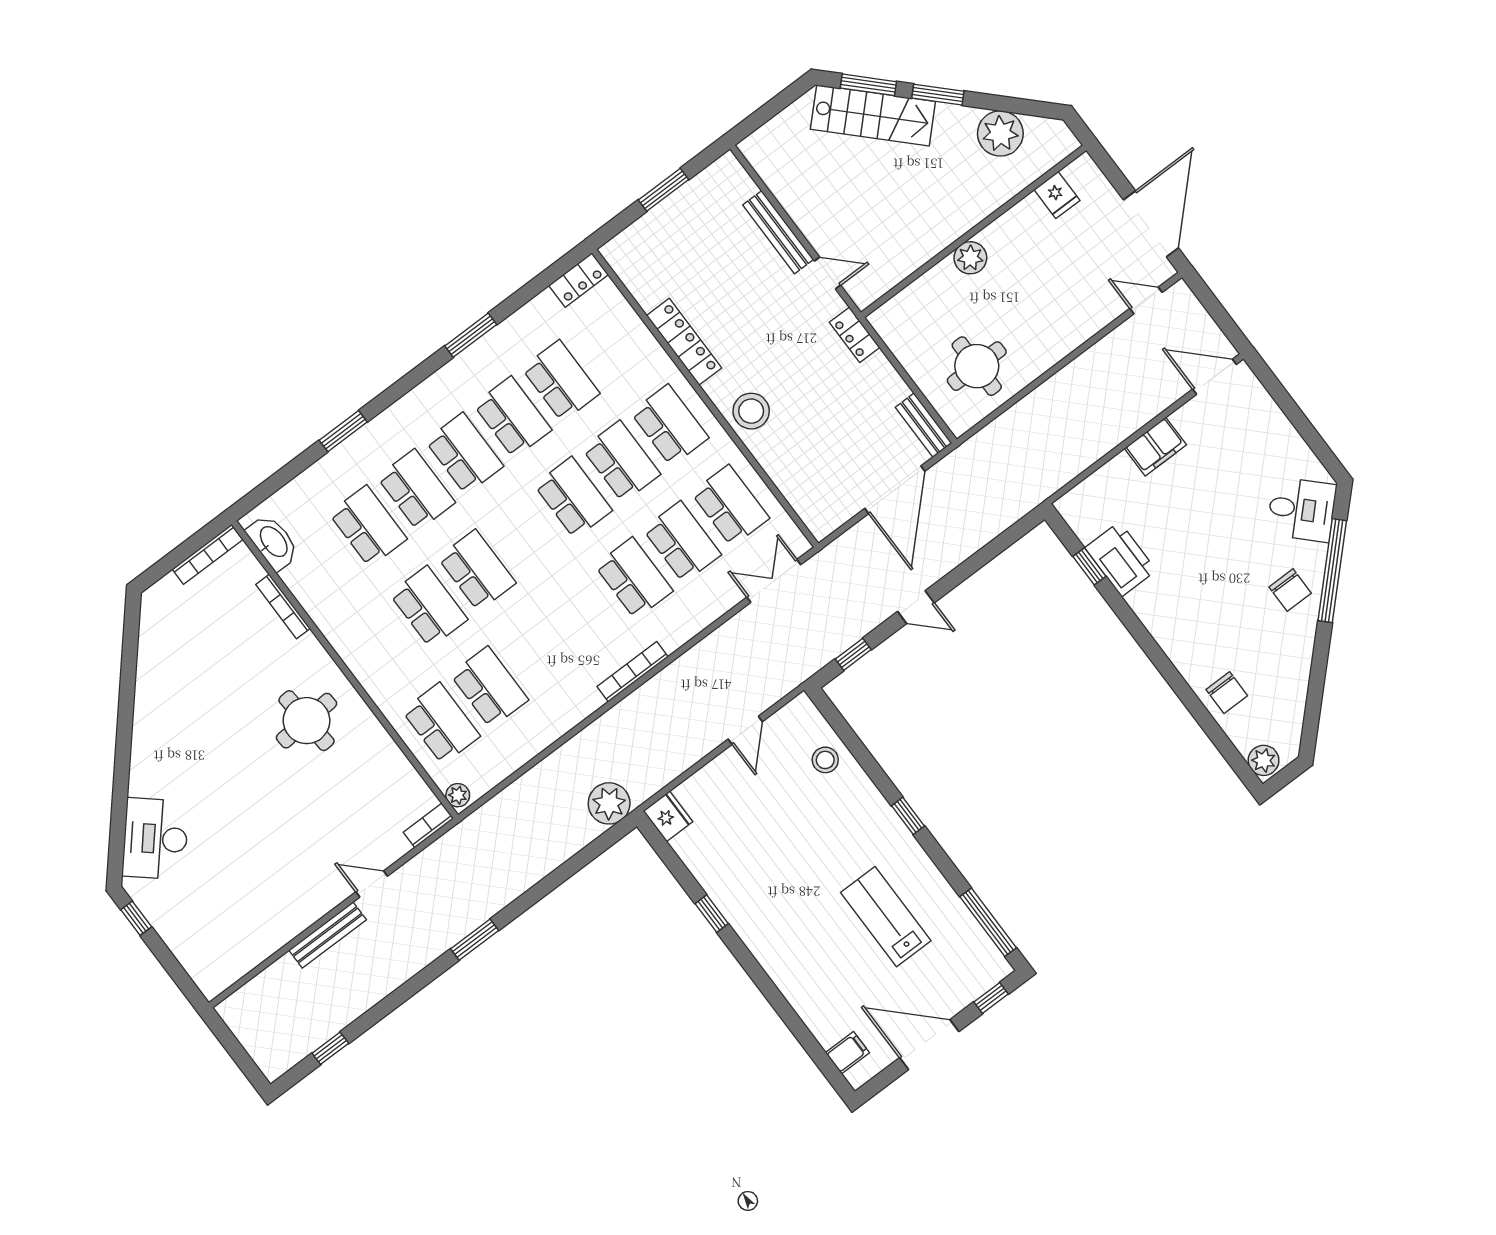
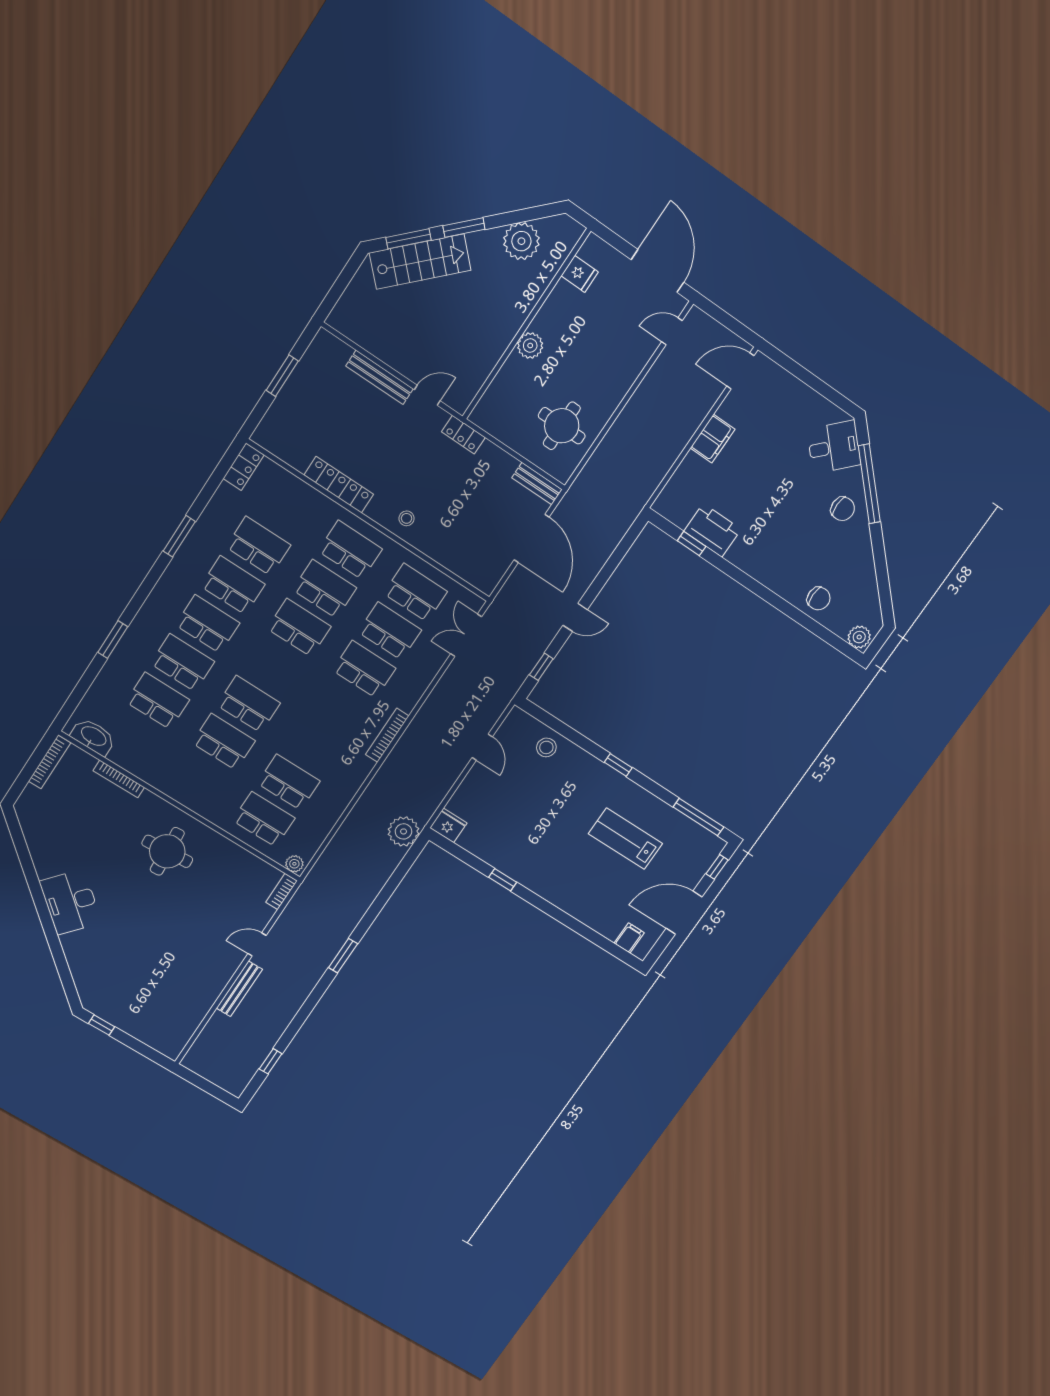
stool: (751, 411) -> (407, 518), width x0.53, depth x0.53
desk: (155, 839) -> (71, 902), moved

